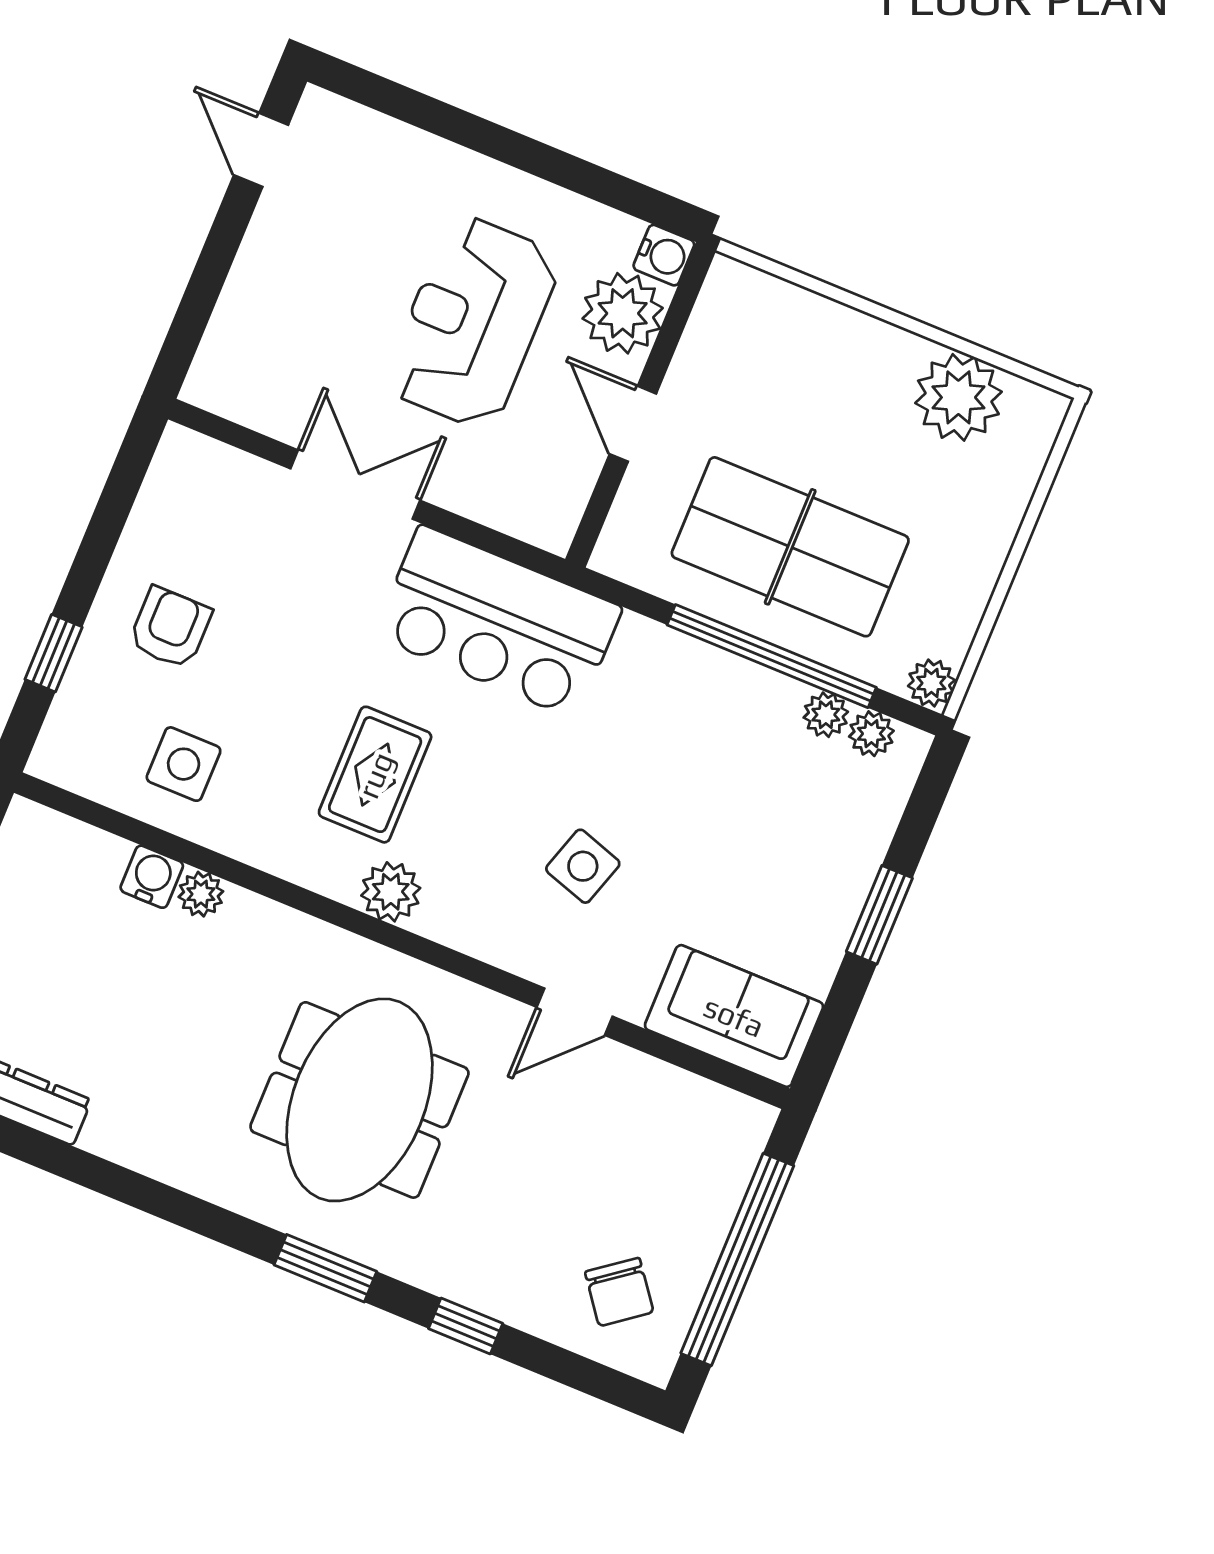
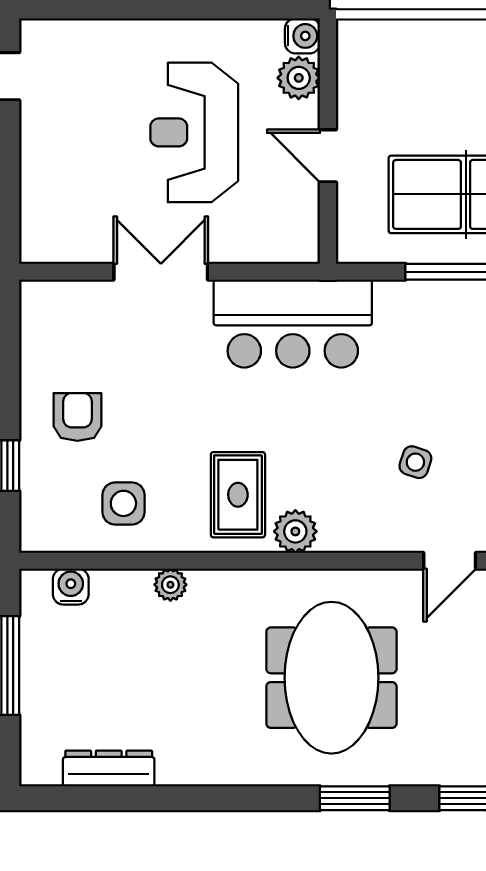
plant: (623, 313) -> (299, 78), width x0.73, depth x0.73
rug: (375, 775) -> (238, 495), moved
side table: (583, 866) -> (415, 462), width x0.73, depth x0.73
water cooler: (152, 877) -> (71, 587), moved

